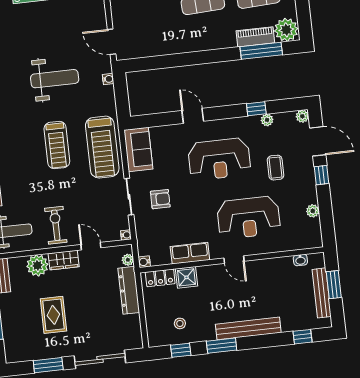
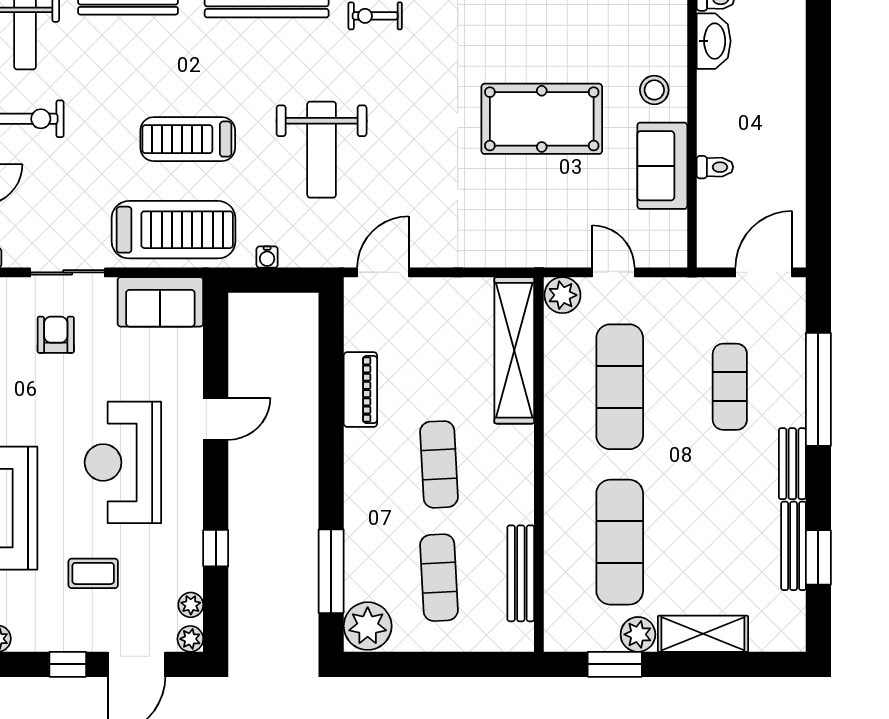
piano: (255, 37) -> (360, 390), moved
water cooler: (108, 79) -> (267, 257), moved
plant: (267, 120) -> (191, 605), moved
treadmill: (102, 147) -> (173, 230), turned 180
armchair: (160, 199) -> (56, 335), turned 180

